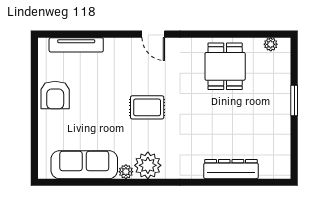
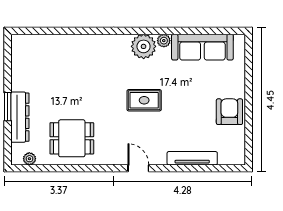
tv unit: (76, 45) -> (192, 158), moved
dining table: (225, 66) -> (72, 138), turned 90
dresser: (231, 169) -> (20, 117), moved, turned -90

